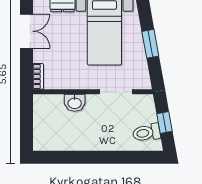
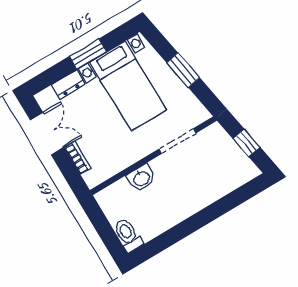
bookcase: (38, 76) -> (78, 158), moved
toilet: (146, 133) -> (128, 235), moved, turned 100

